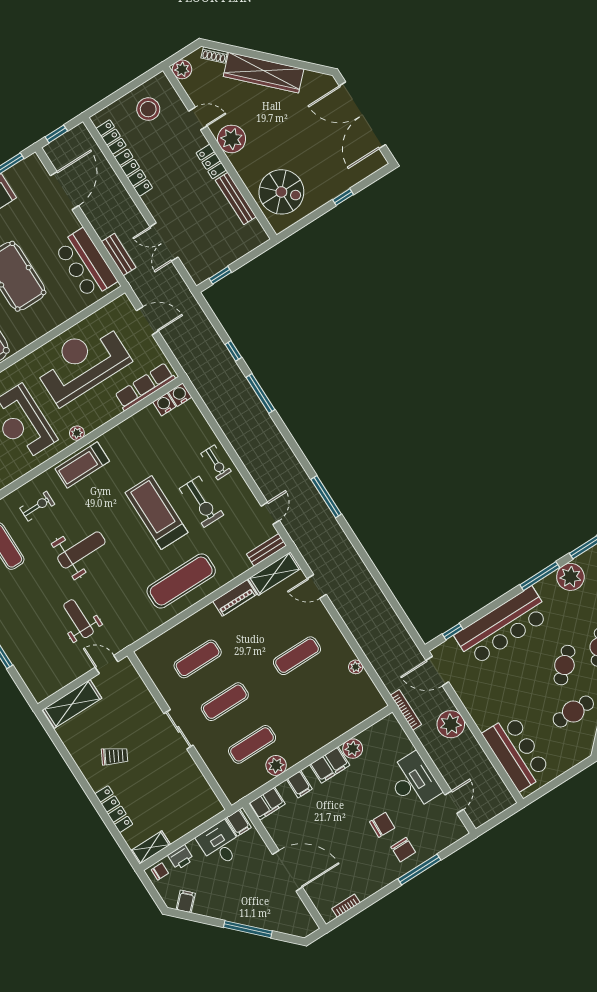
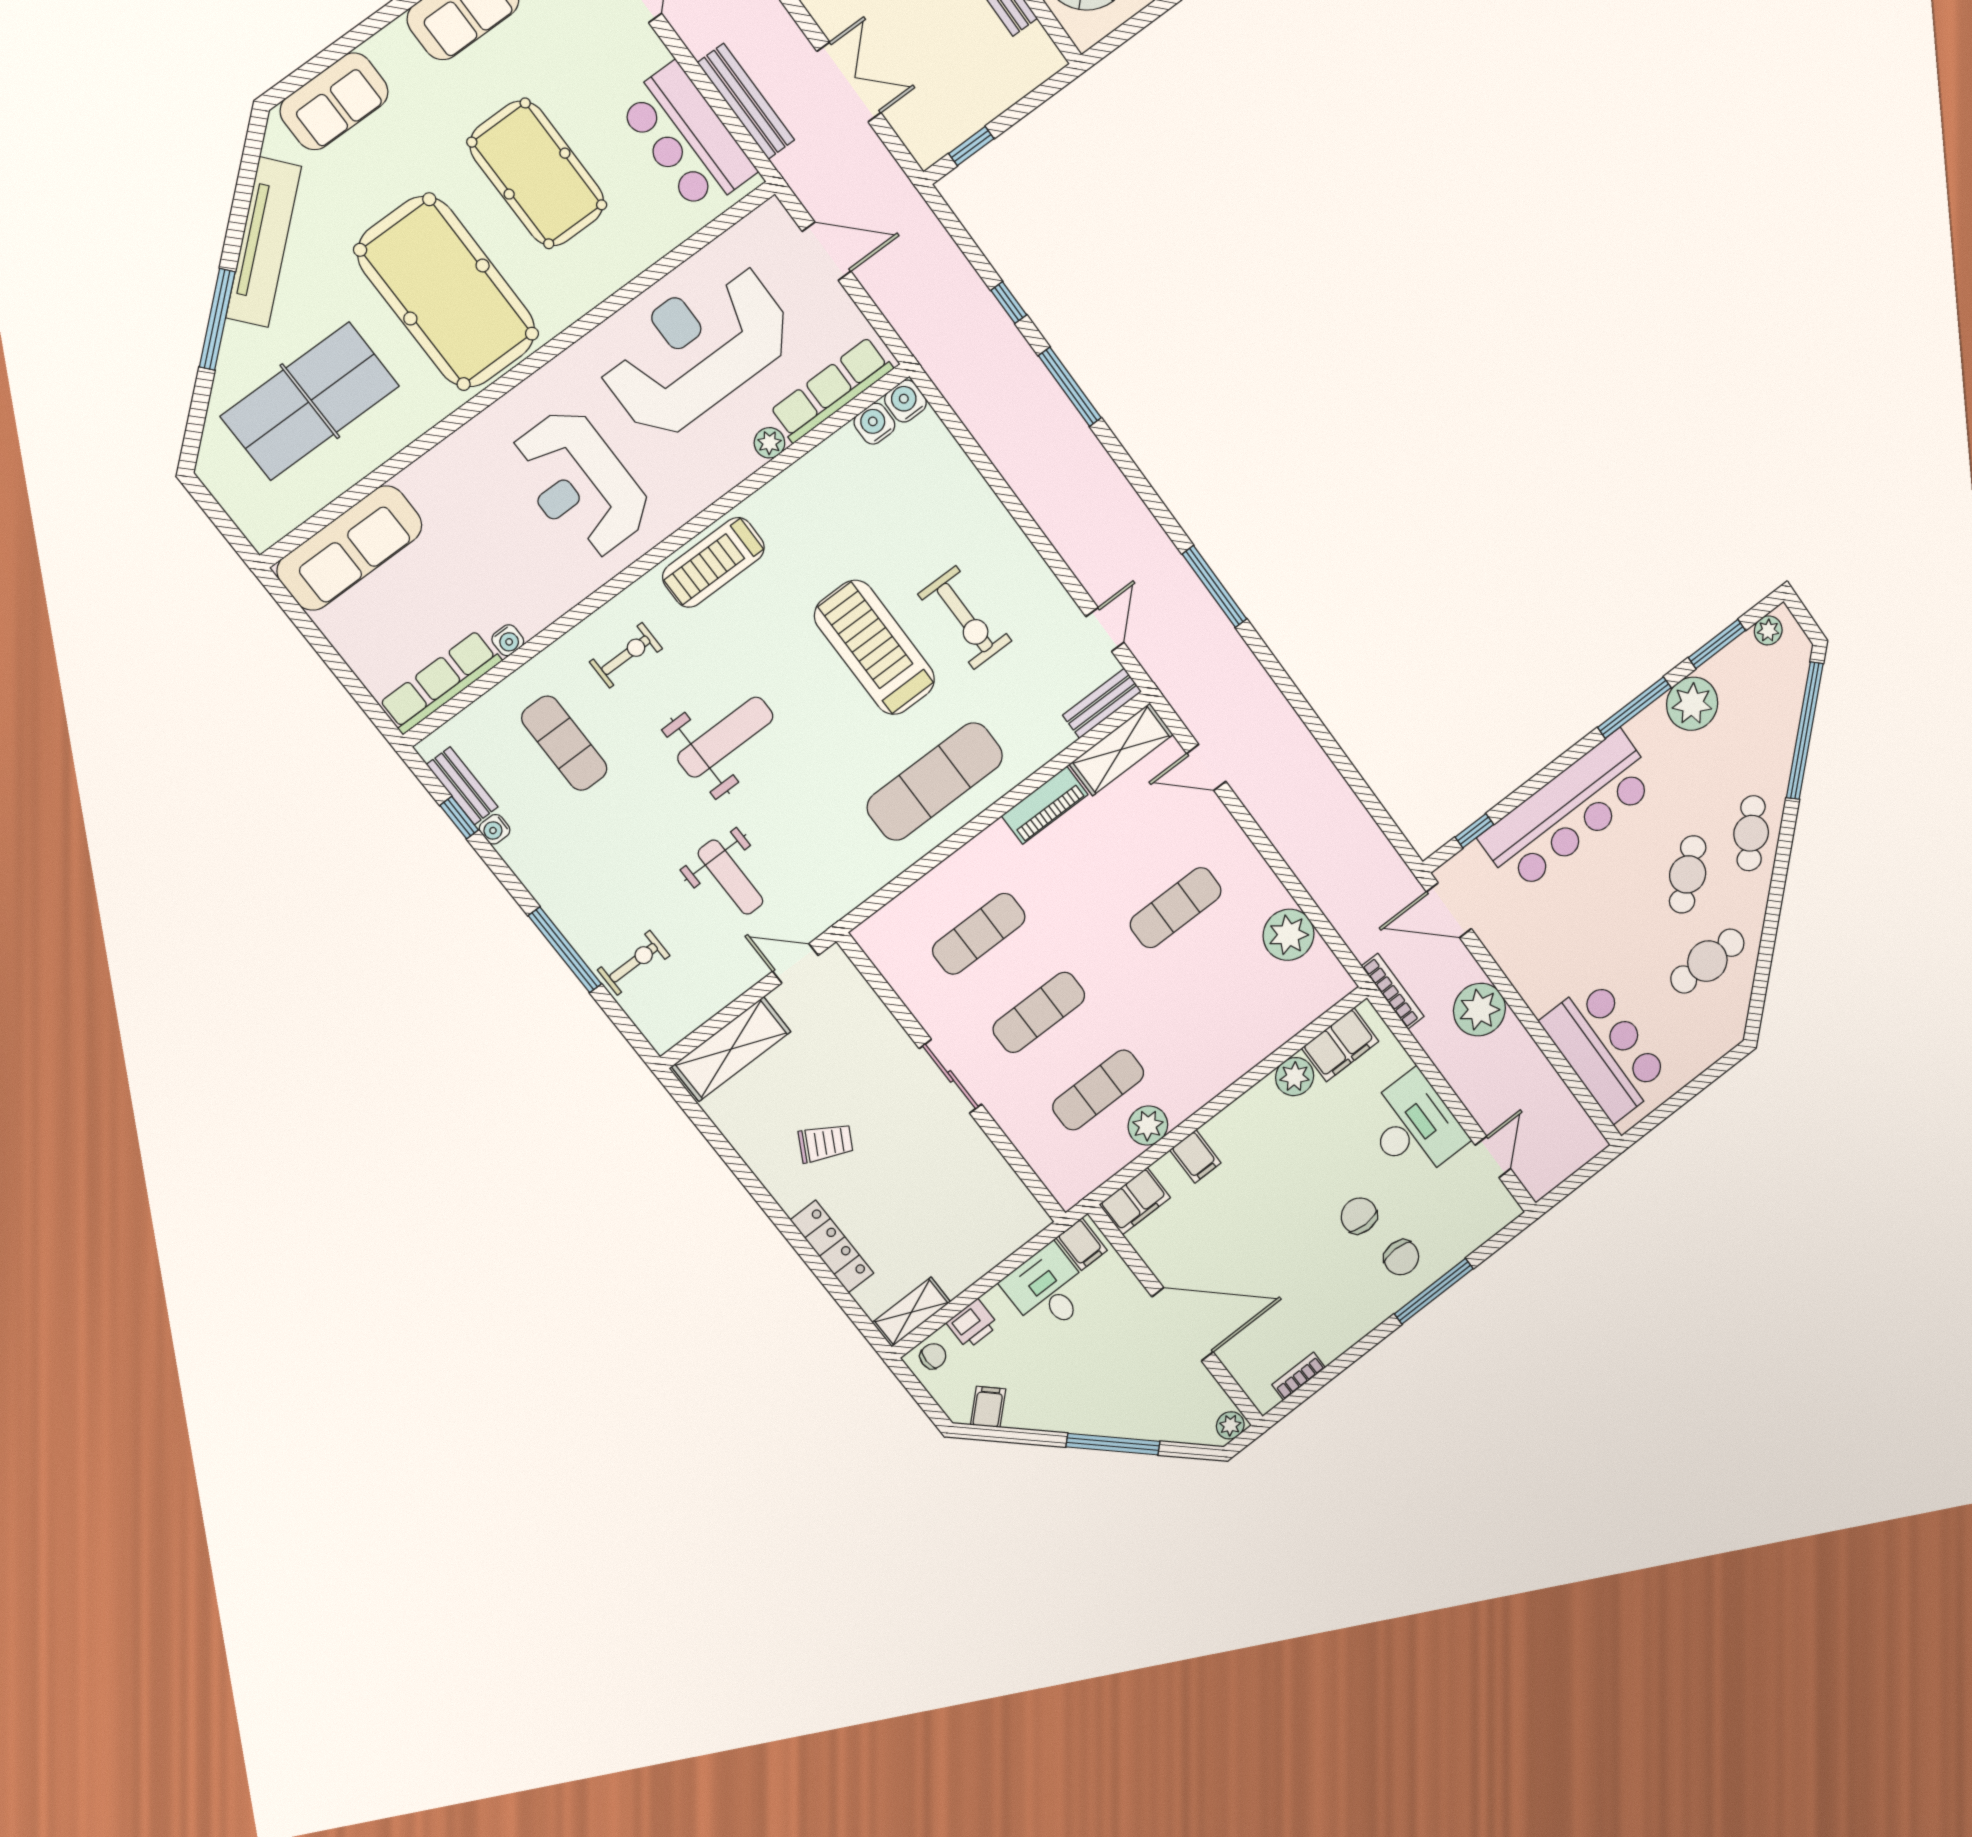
double door: (164, 242) -> (849, 82), swing flipped
bench: (119, 255) -> (746, 101), width x1.36
plant: (77, 433) -> (769, 443), moved
exercise bike: (216, 462) -> (634, 963), moved, turned -90
weight bench: (79, 619) -> (730, 877), turned 180
plant: (356, 667) -> (1289, 935), width x1.87, depth x1.87
filing cabinet: (330, 765) -> (1340, 1045), moved
chair: (382, 825) -> (1359, 1216), turned -92
plant: (309, 927) -> (1230, 1425), added

